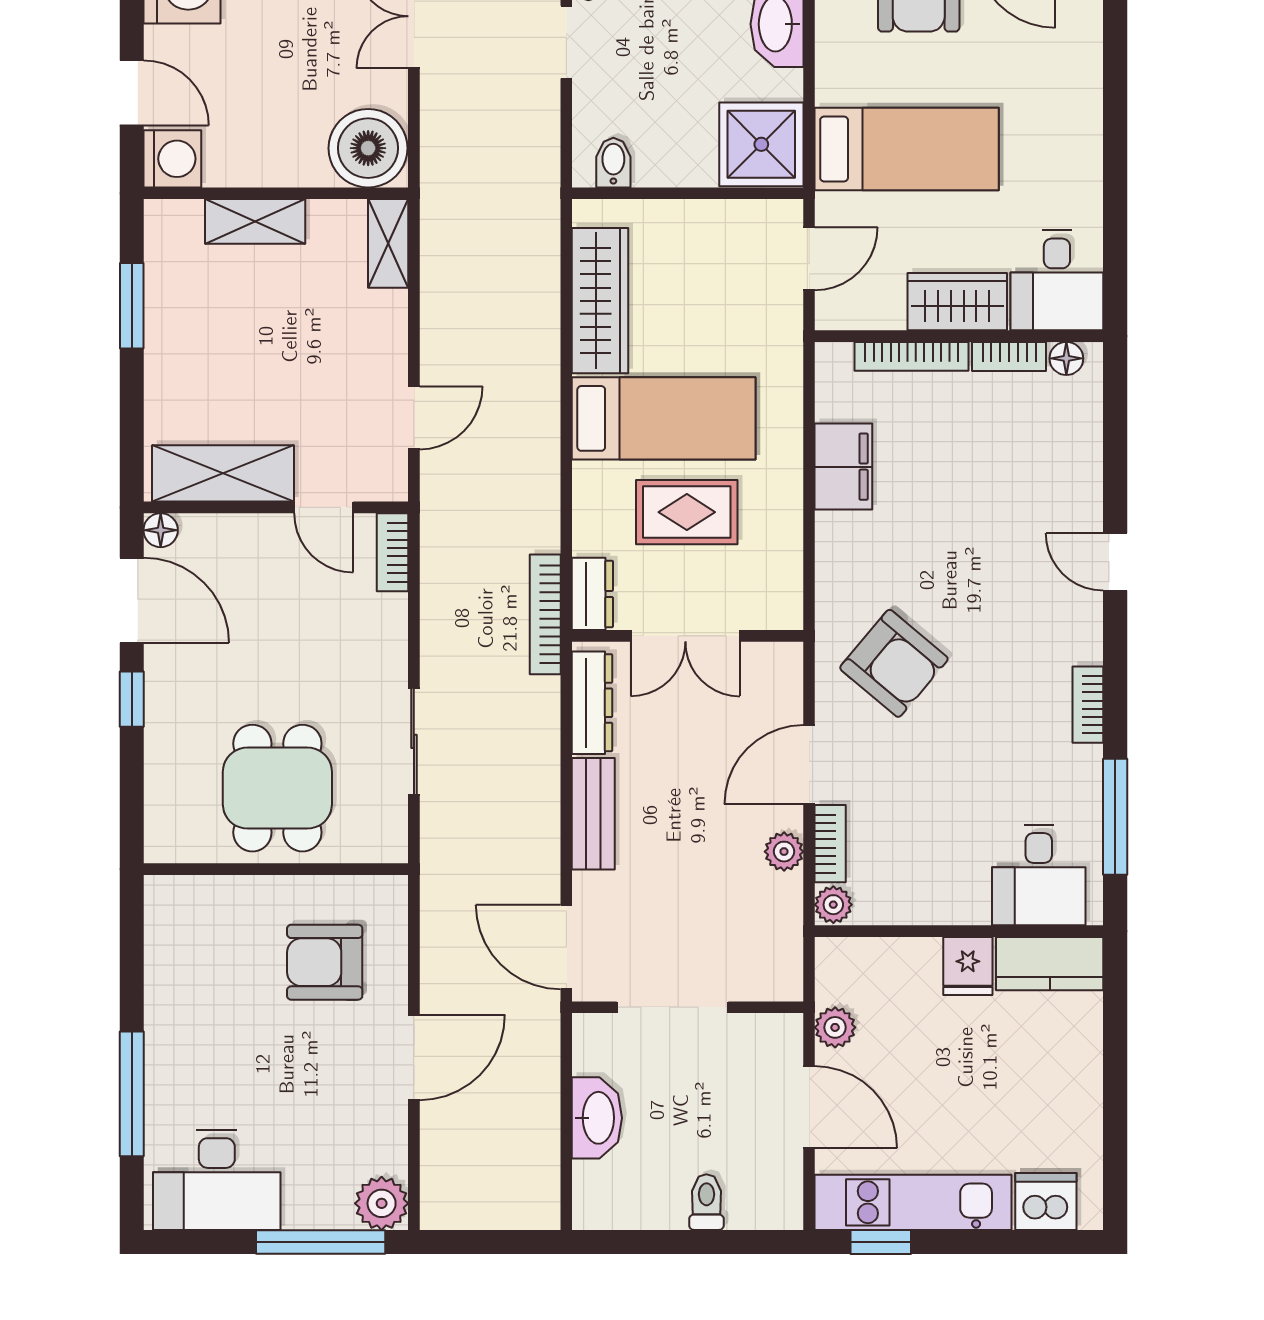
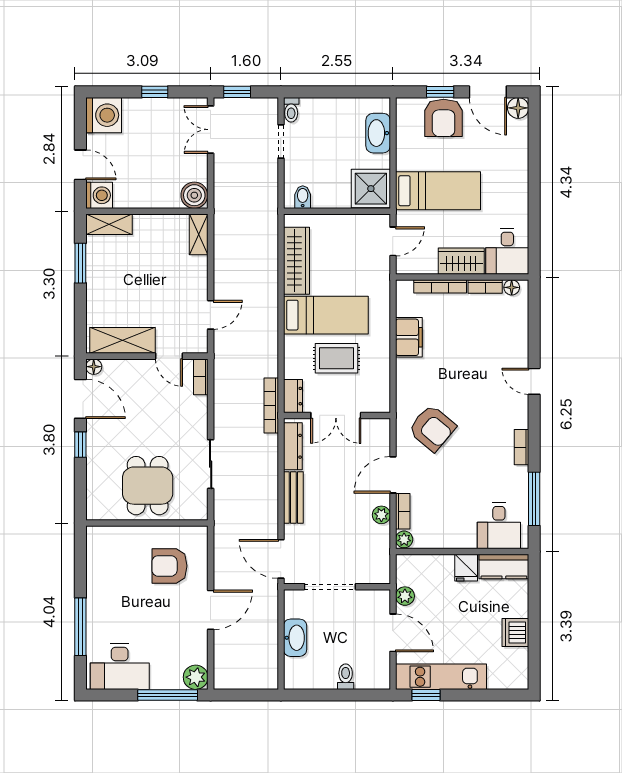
boiler: (368, 148) -> (194, 195), width x0.73, depth x0.73
shelving: (255, 221) -> (109, 224), moved
dishwasher: (1046, 1201) -> (515, 633), moved, turned -90

